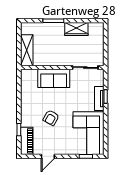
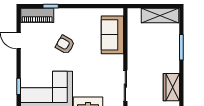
wardrobe: (76, 29) -> (171, 87), moved
shelving: (27, 50) -> (160, 15), moved
sofa: (54, 78) -> (112, 35), moved

